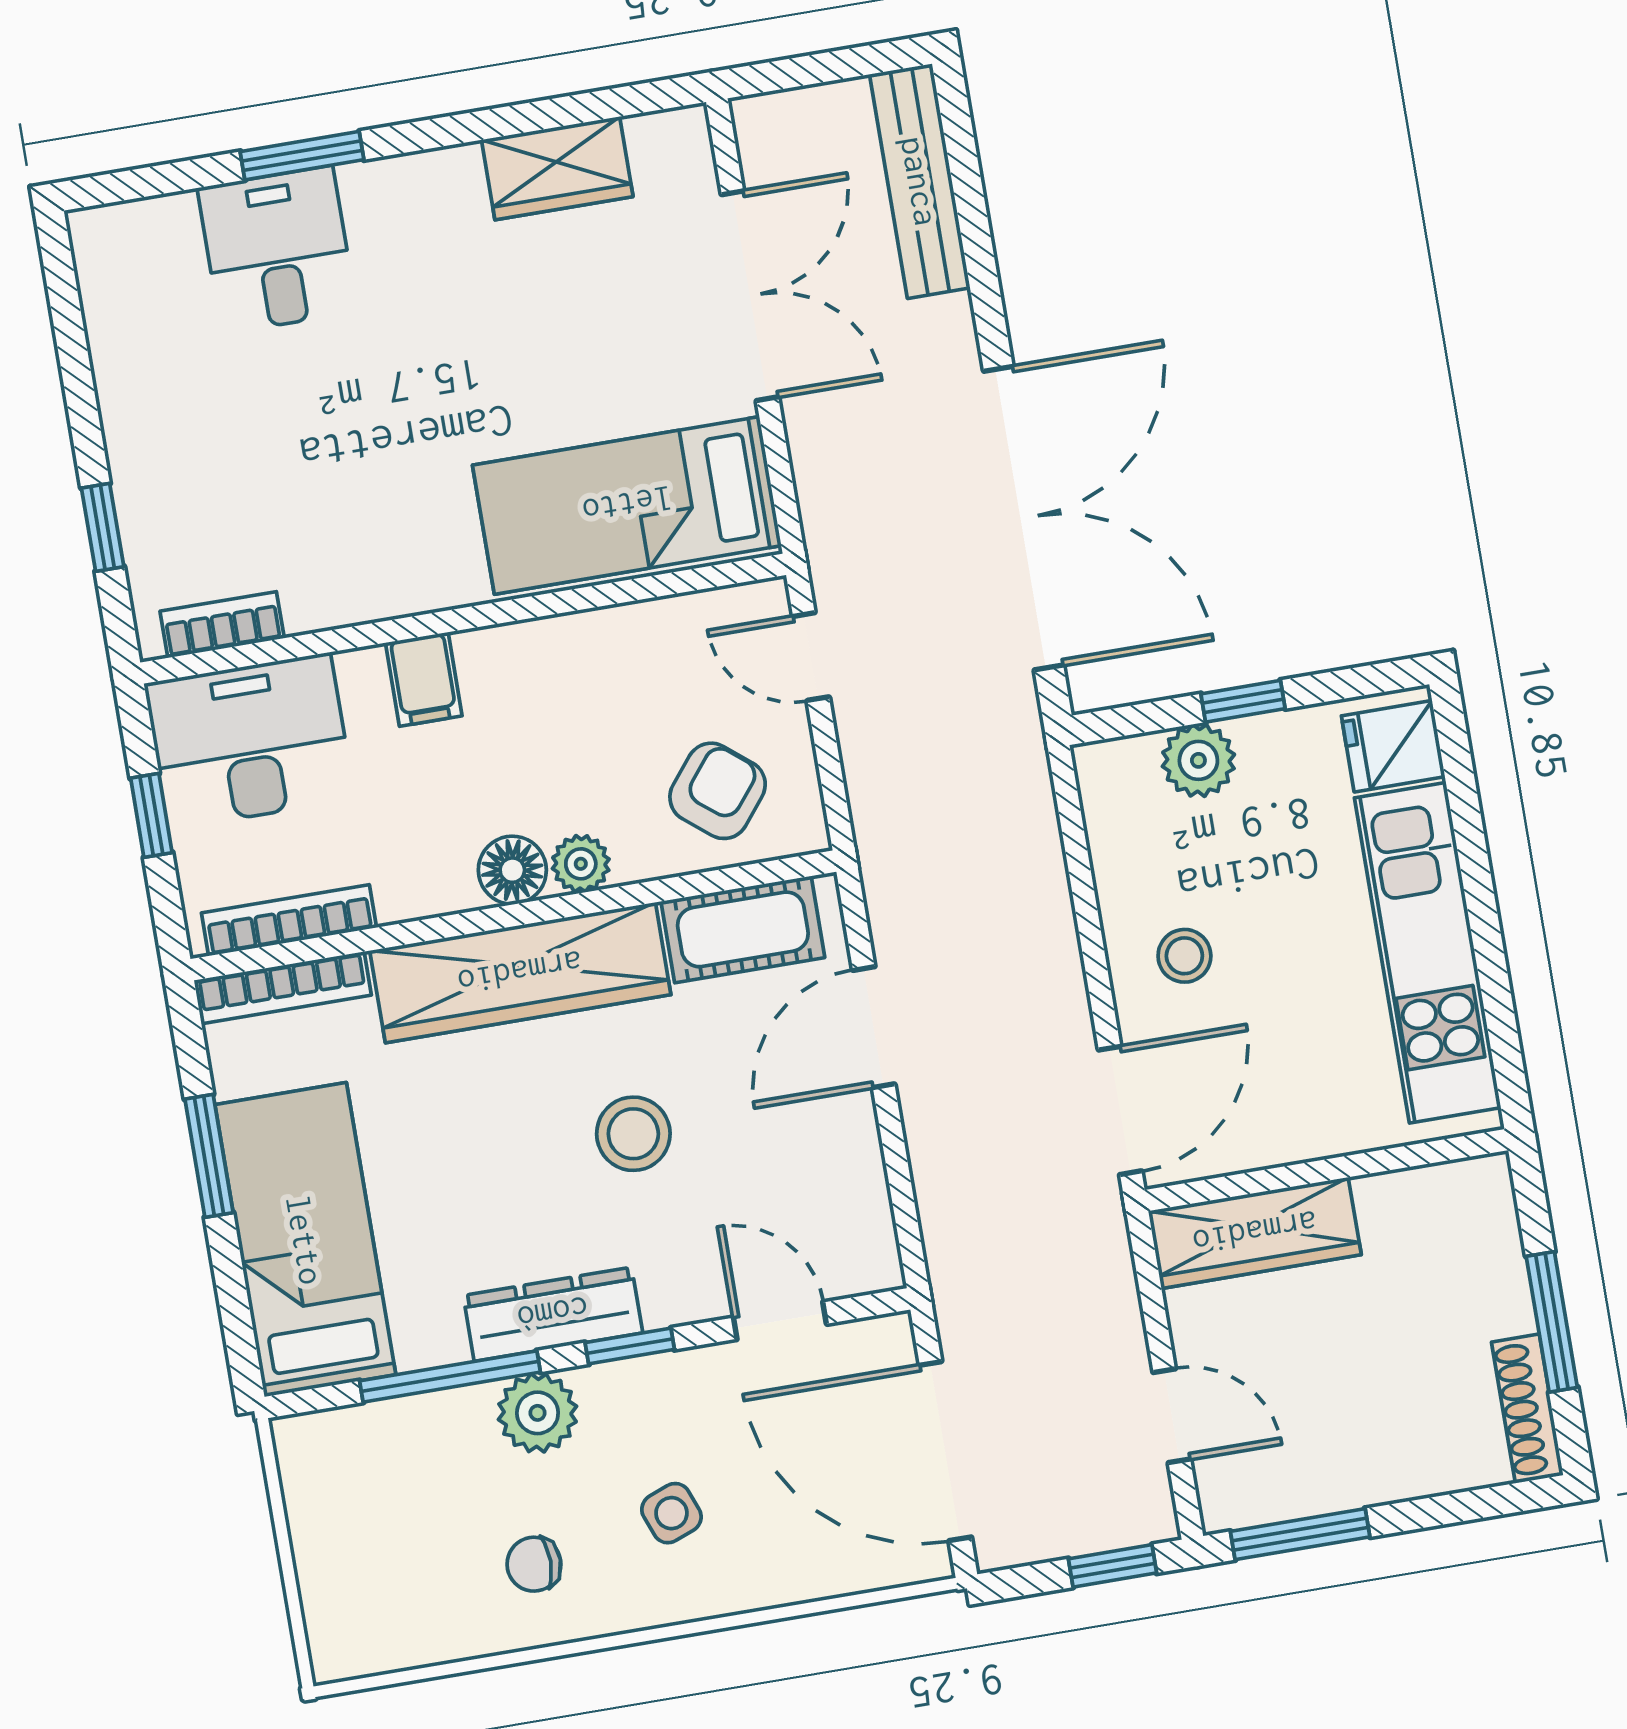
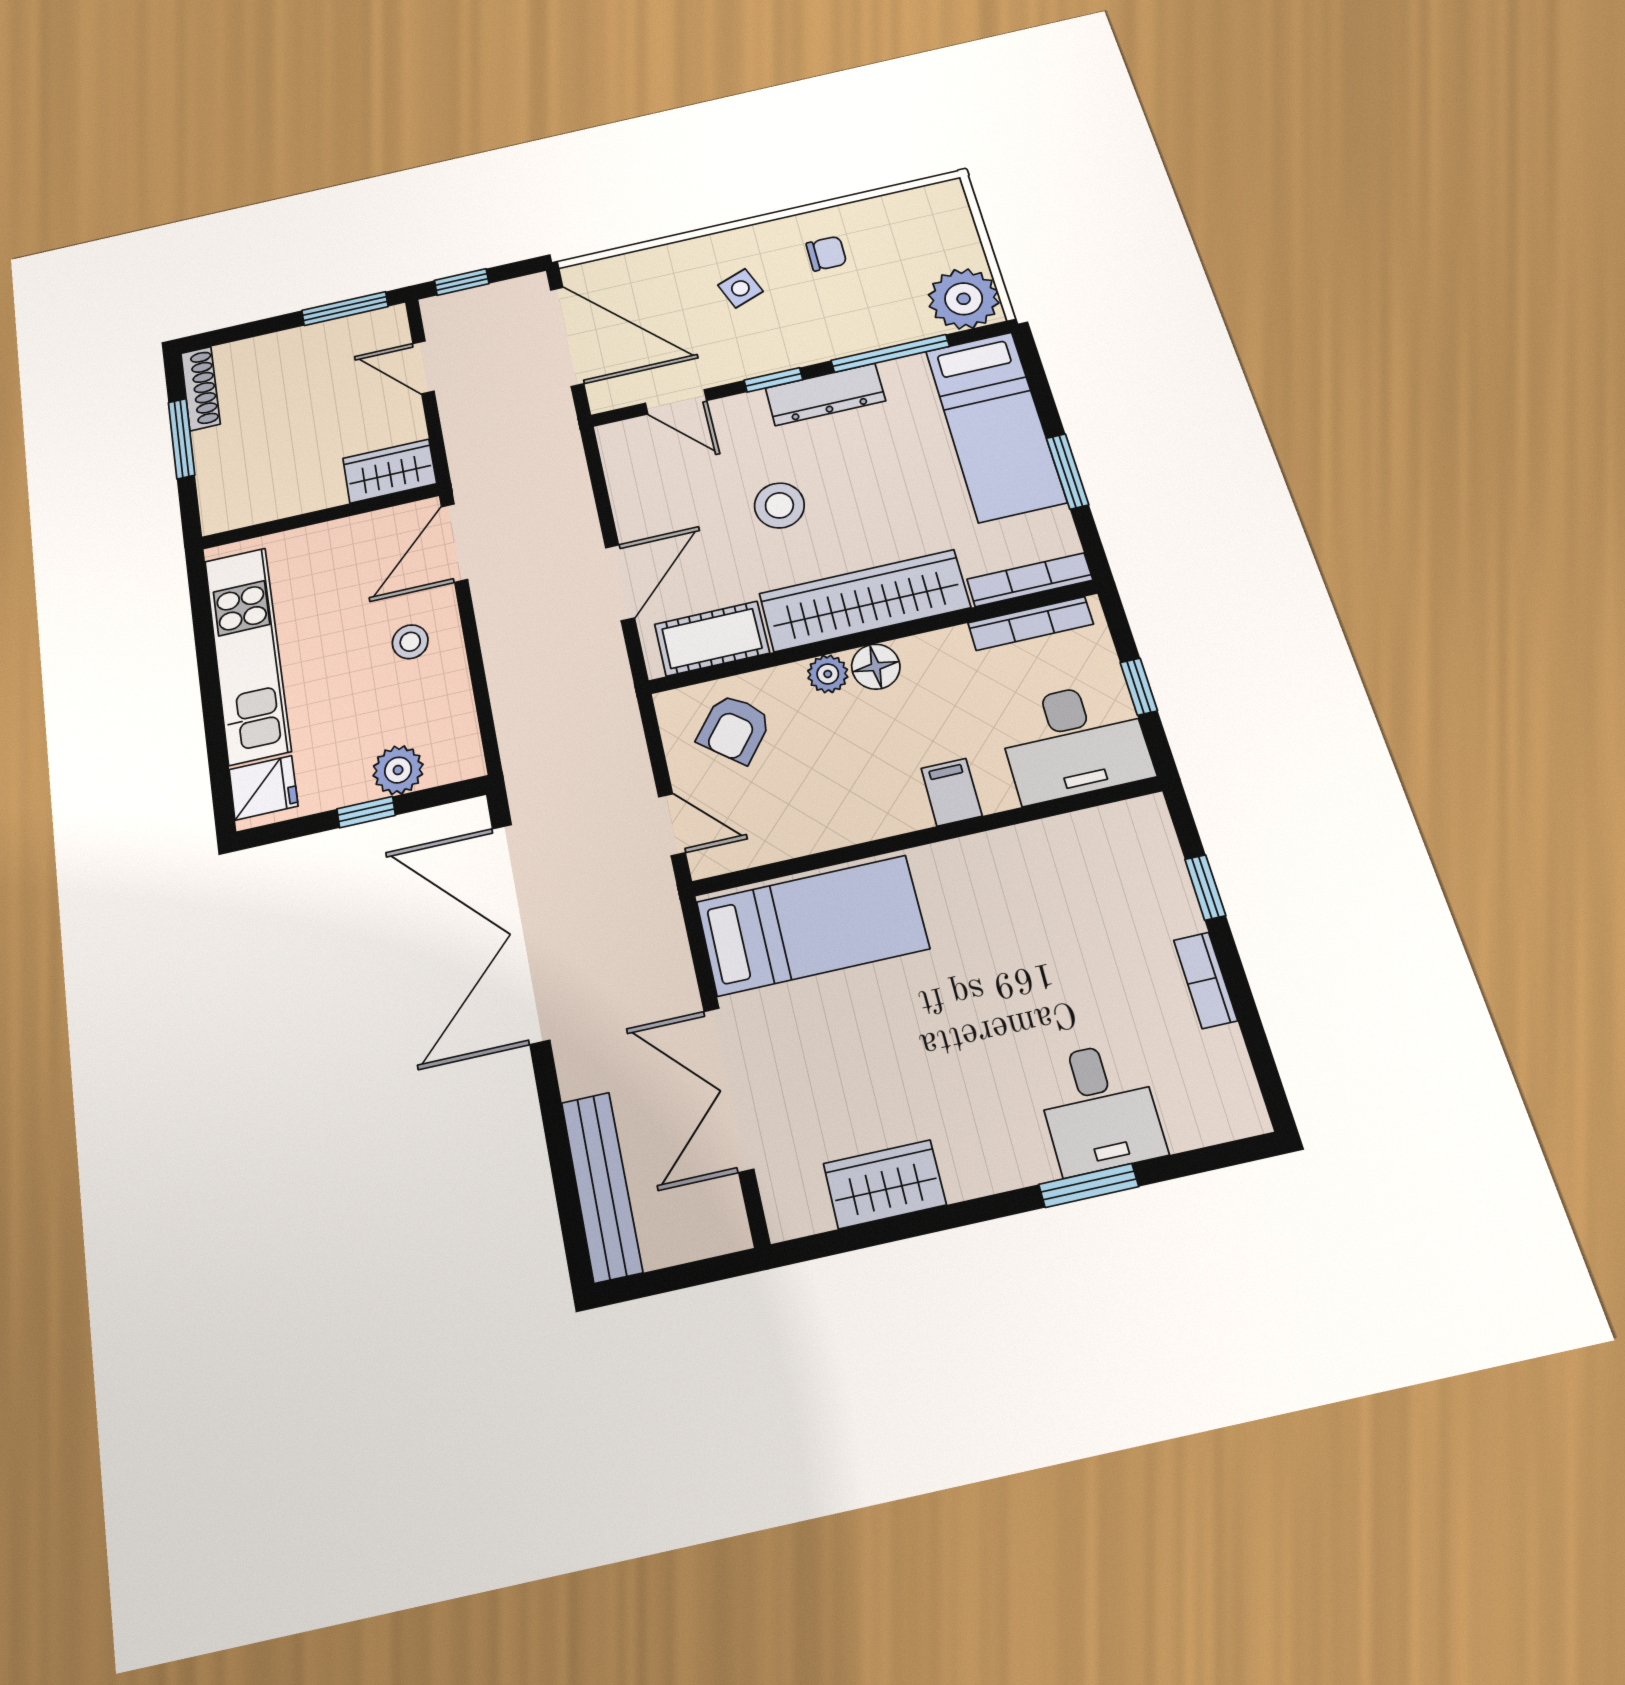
bookcase: (222, 625) -> (1205, 980), moved, turned 90
wardrobe: (1255, 1233) -> (390, 471), width x0.67
plant: (538, 1413) -> (964, 299), moved, width x1.36, depth x1.36

